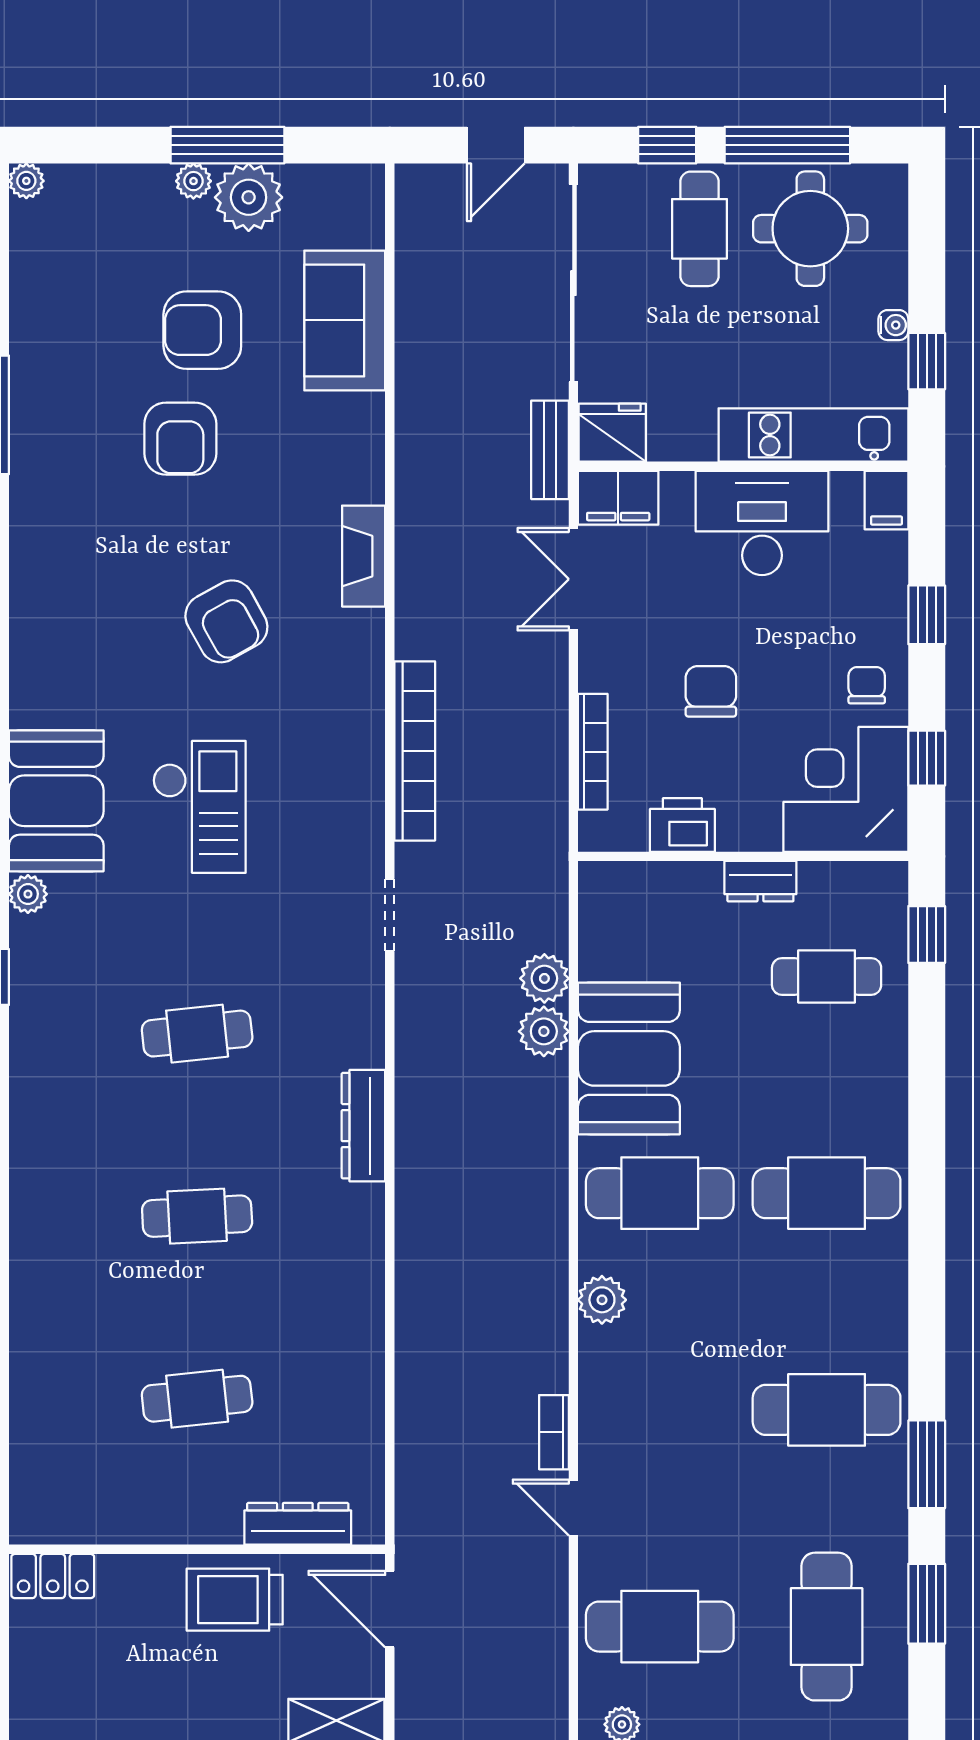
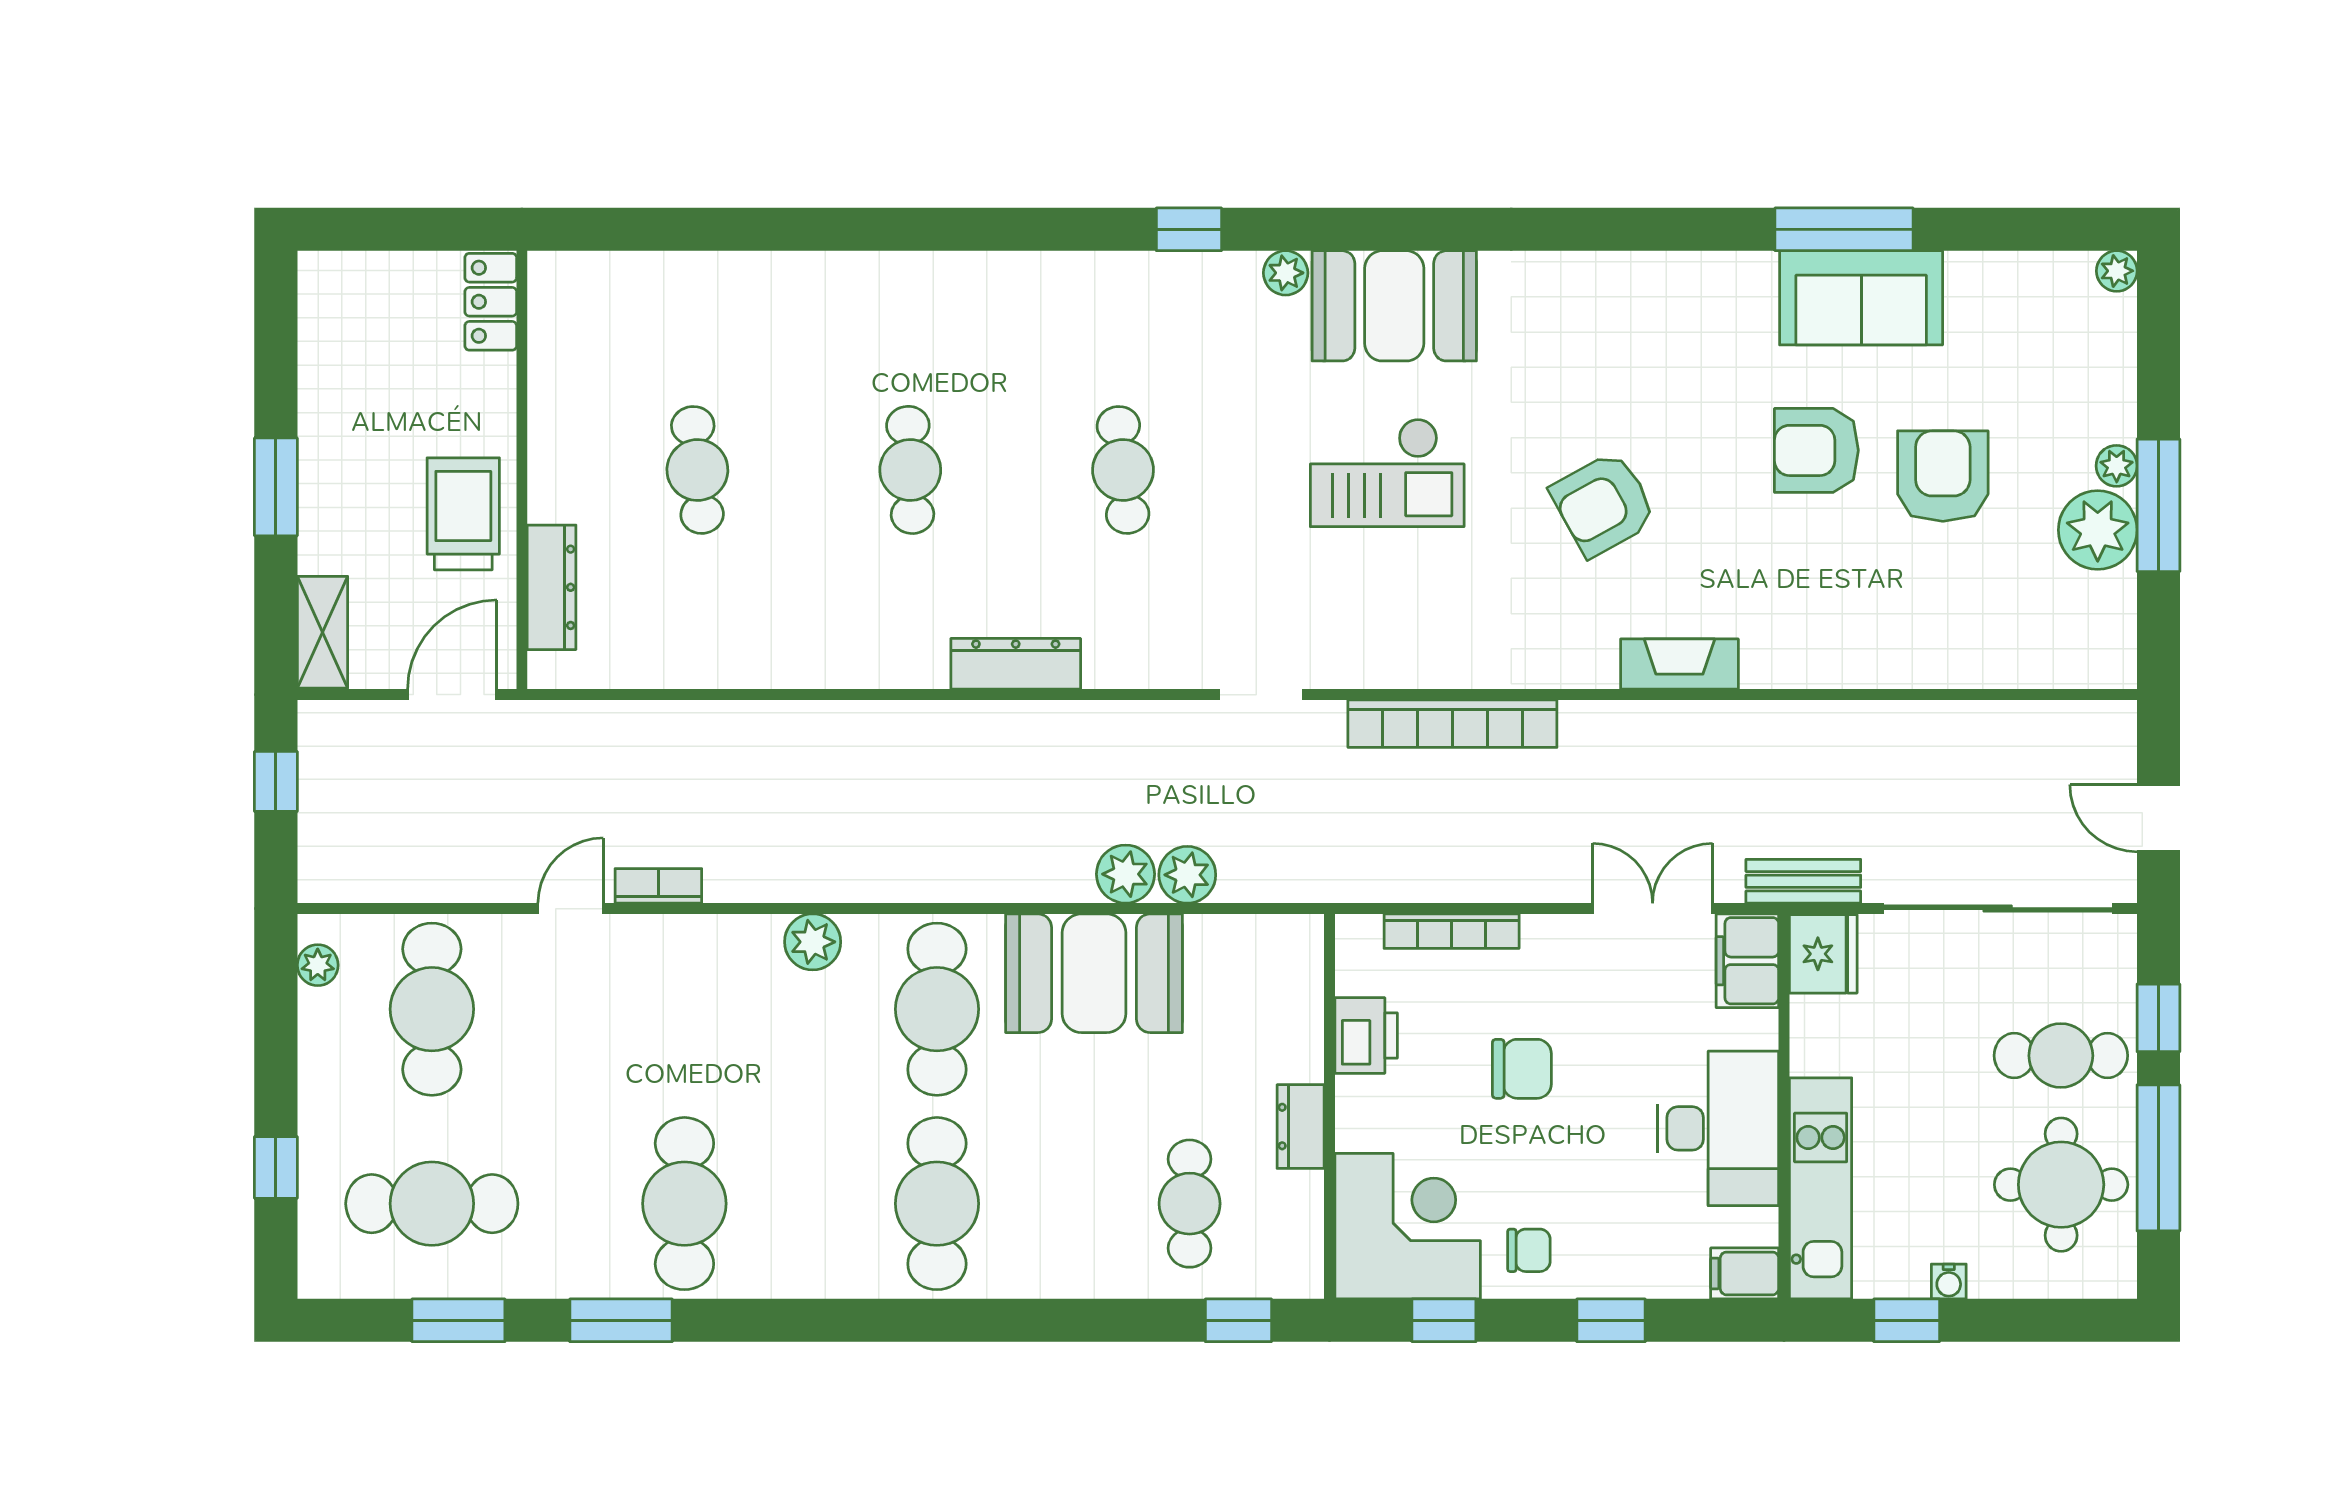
sofa: (345, 320) -> (1861, 298), moved, turned 180

